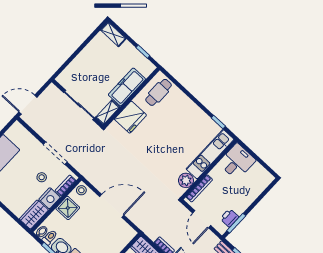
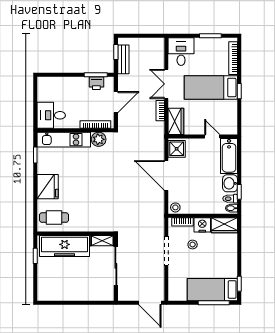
shelving: (113, 34) -> (43, 289), removed
freezer: (127, 87) -> (65, 246), width x1.36, depth x1.26
fridge: (130, 117) -> (48, 187), moved, turned 90
shower: (68, 208) -> (177, 149), moved

